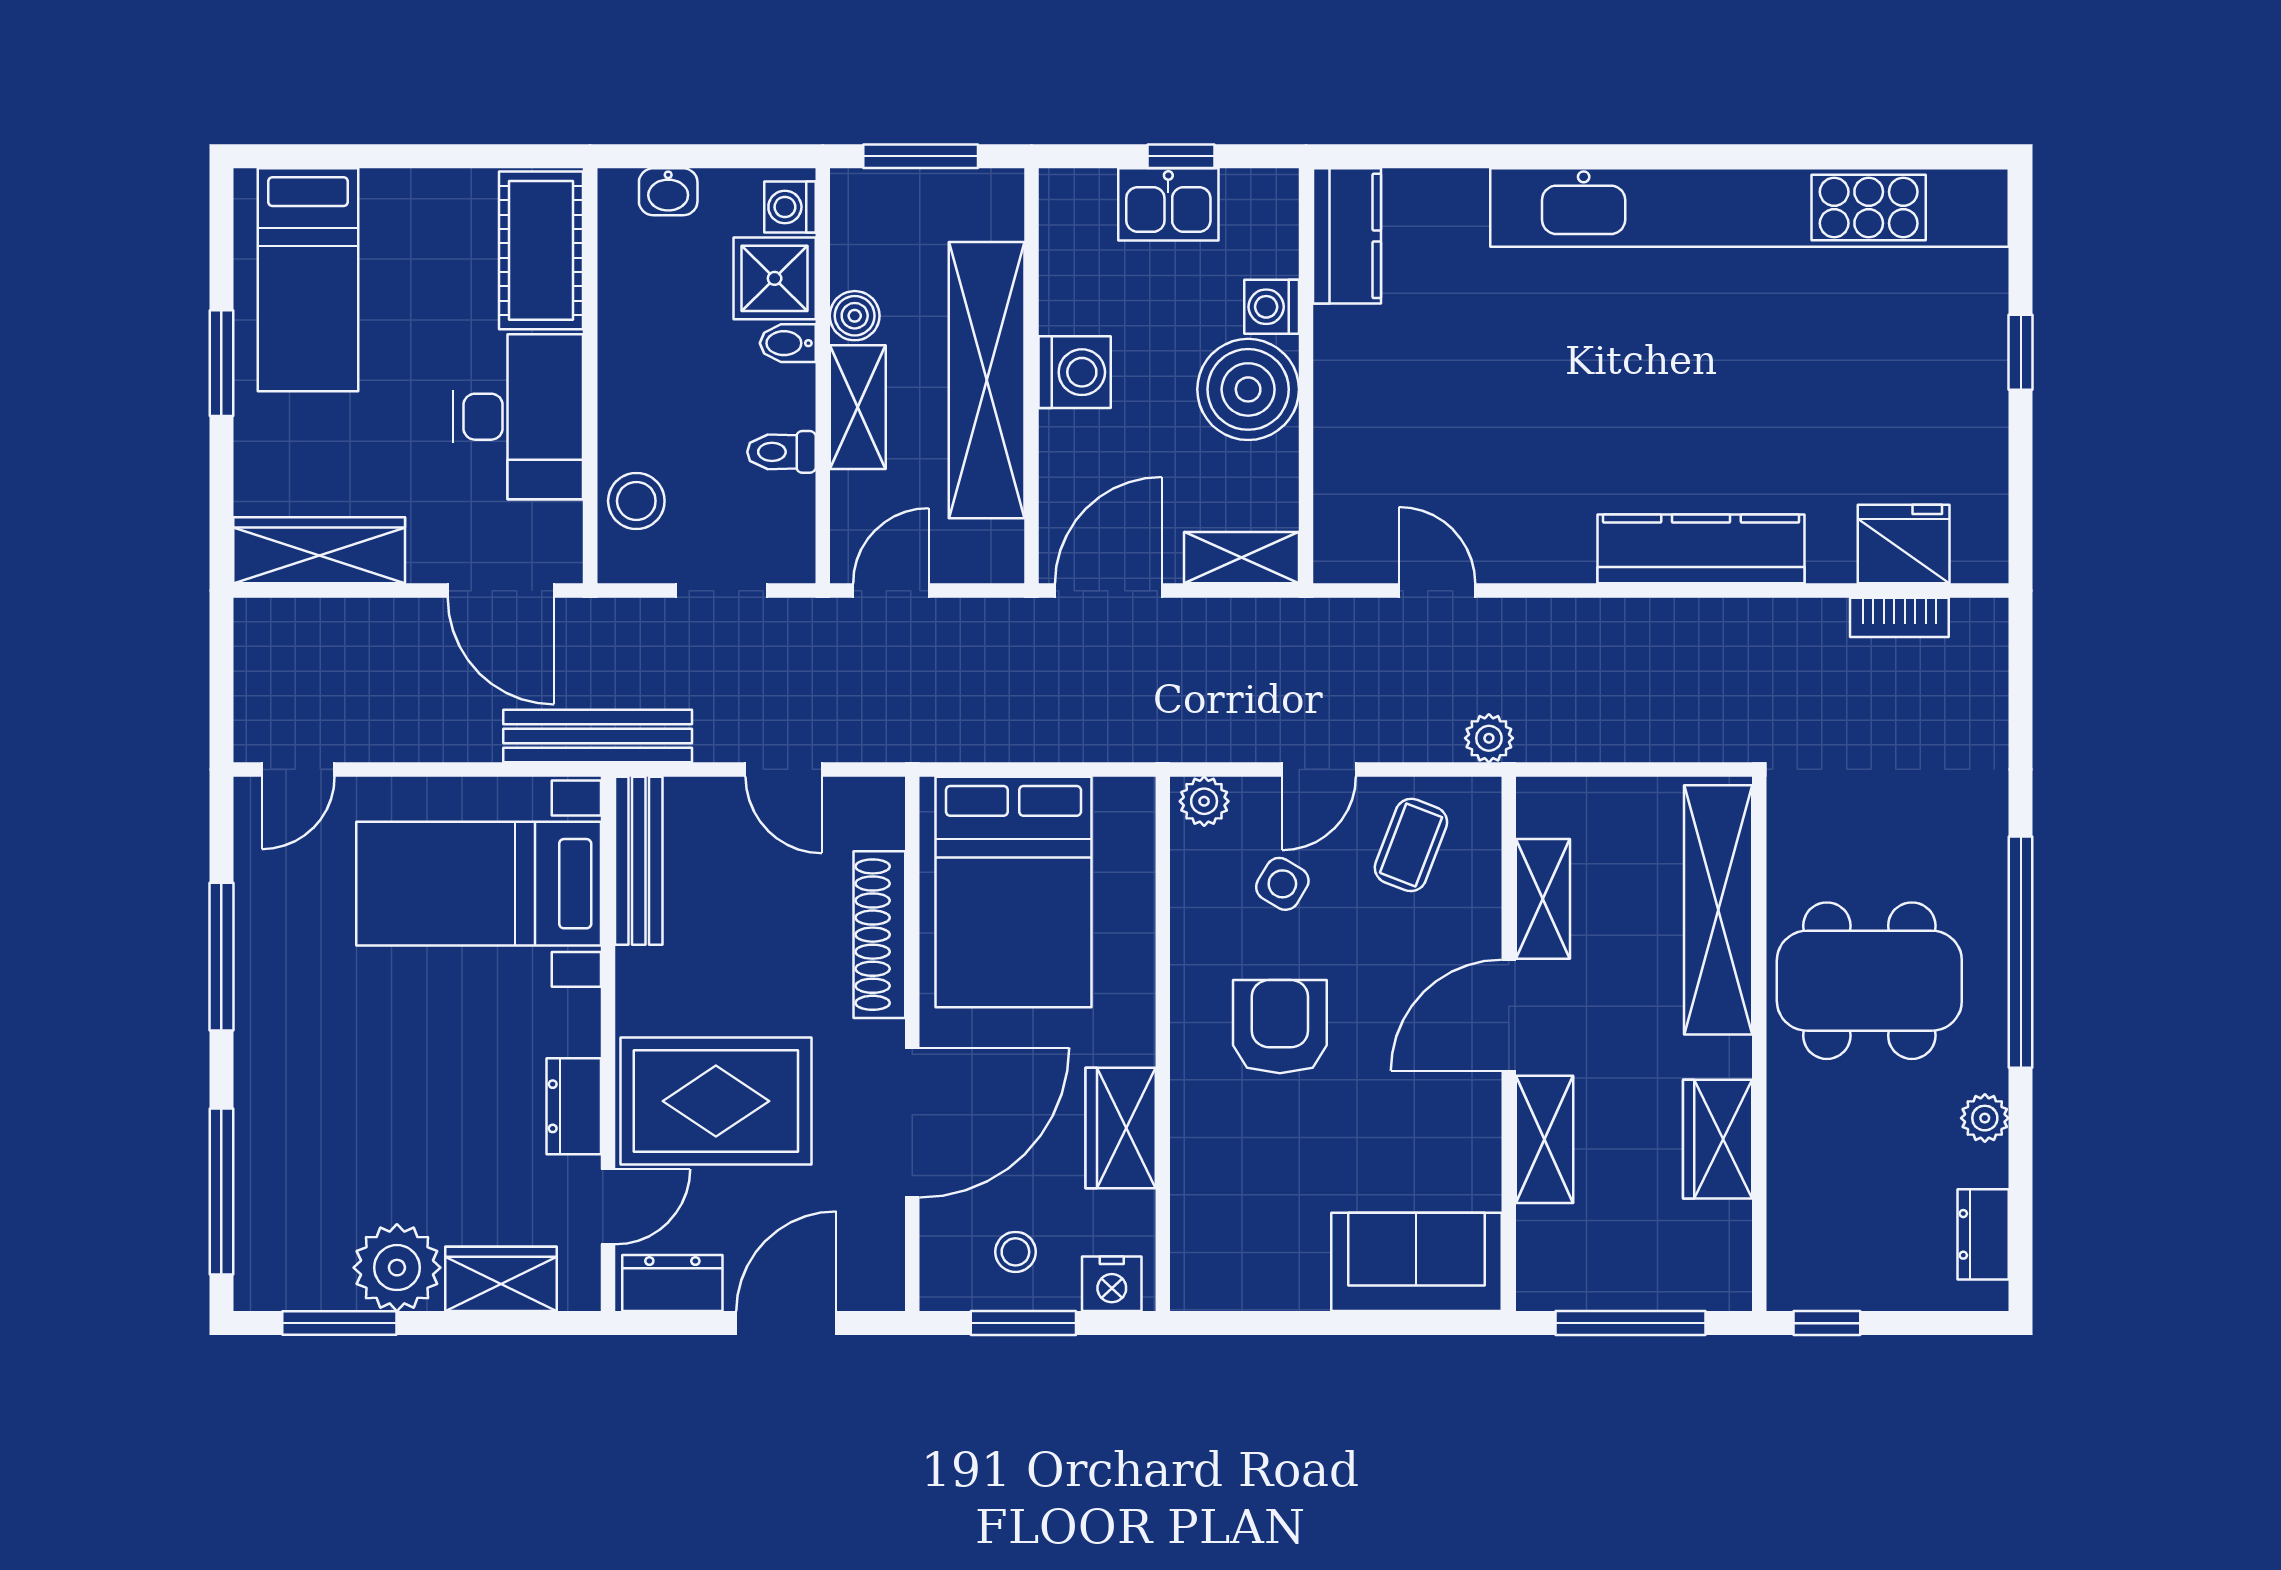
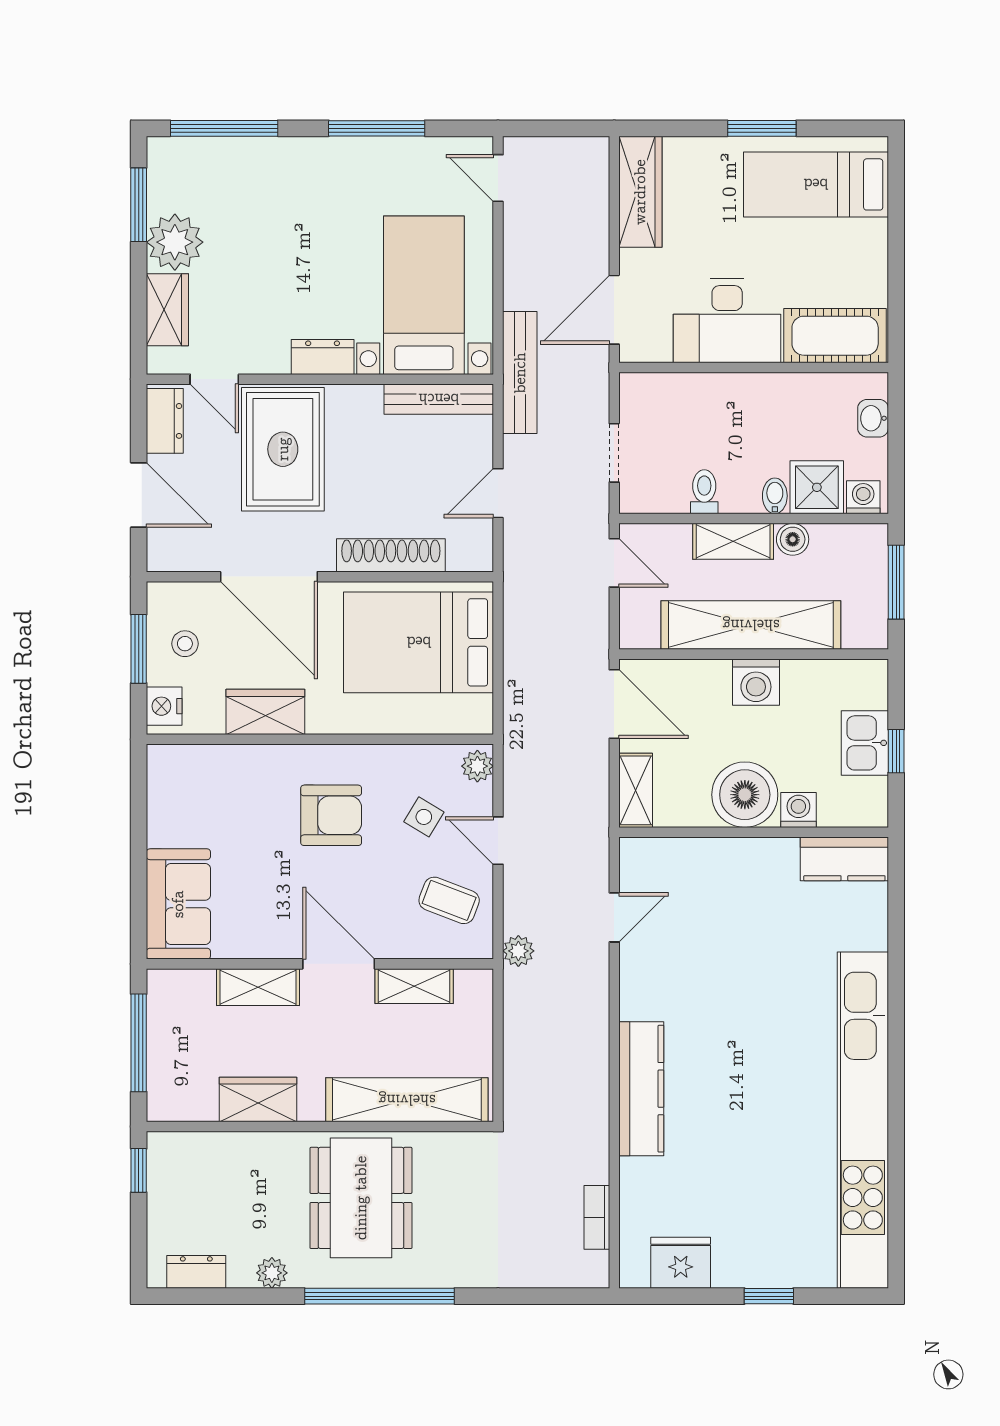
stool: (636, 501) -> (672, 398), removed
fridge: (1904, 544) -> (681, 1263), moved, turned -90
dresser: (574, 1106) -> (323, 357), moved

